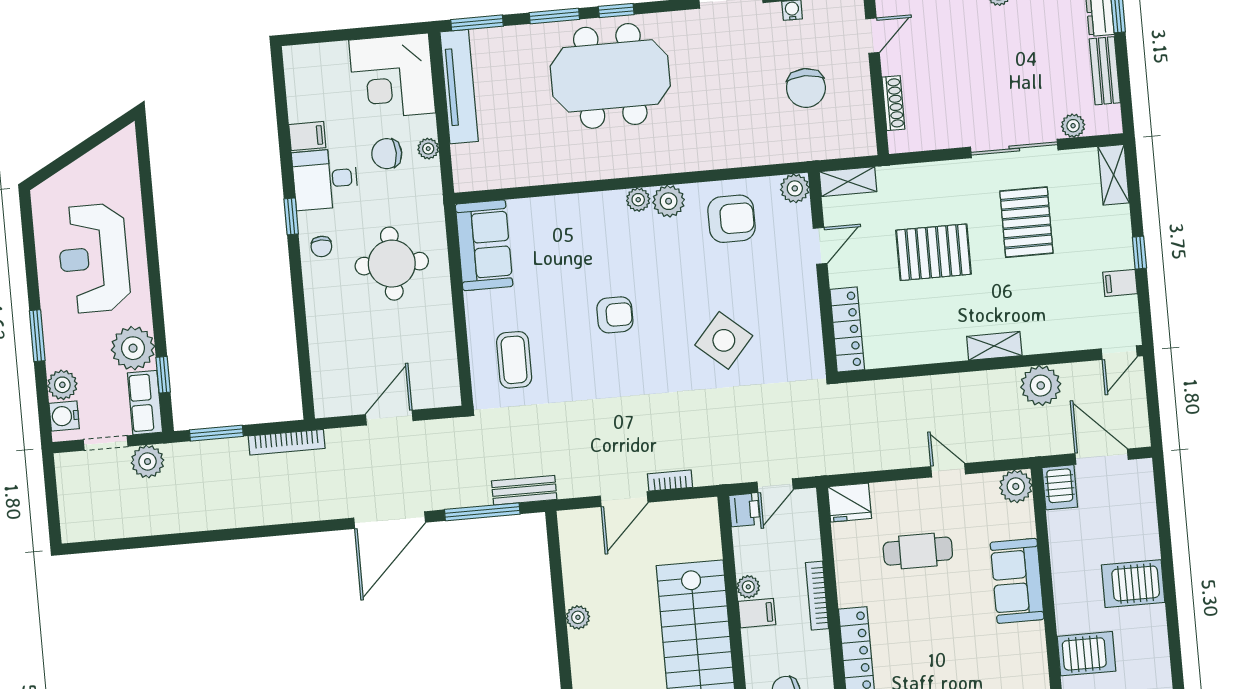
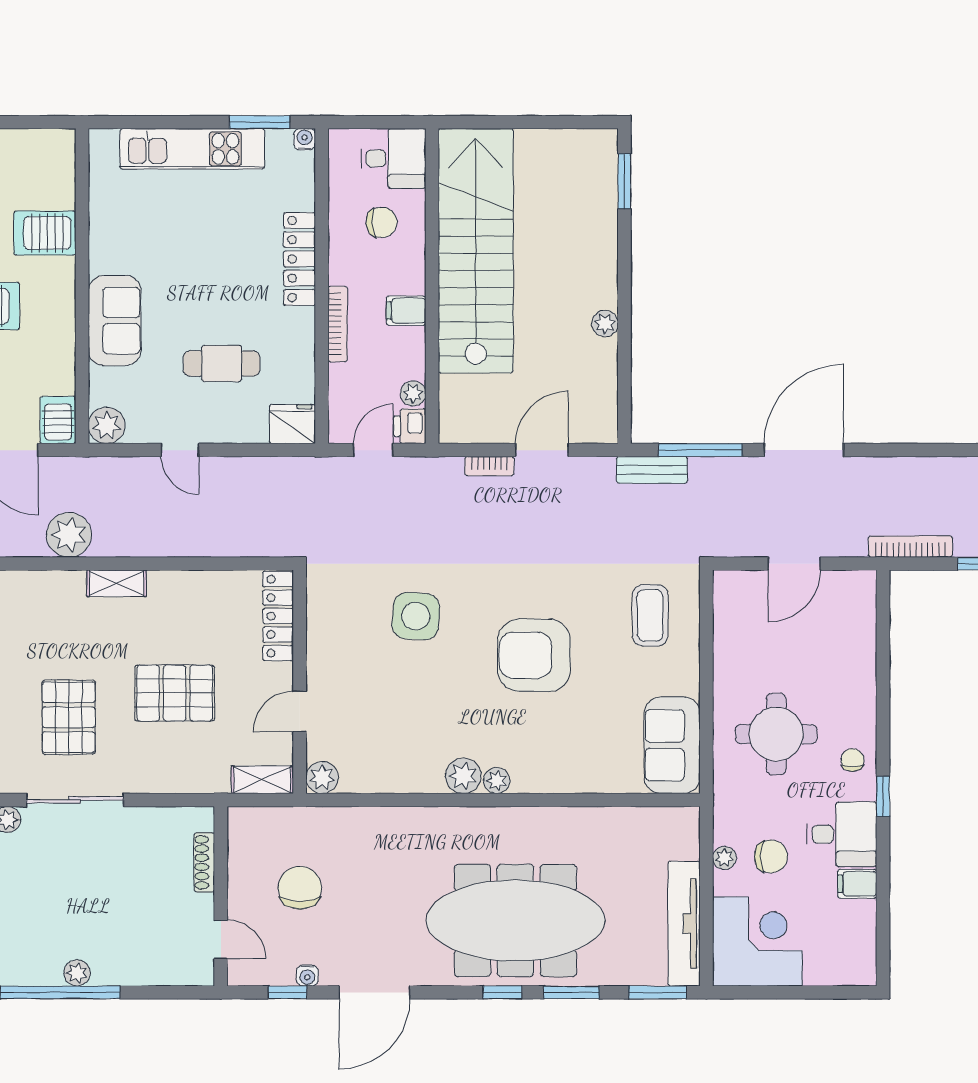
door: (873, 36) -> (221, 939), swing flipped
meeting table: (610, 76) -> (515, 920), width x1.36
armchair: (731, 219) -> (395, 750), removed
armchair: (615, 315) -> (534, 655), width x1.88, depth x1.88
side table: (724, 340) -> (416, 616), turned -37
plant: (748, 587) -> (413, 393), moved

